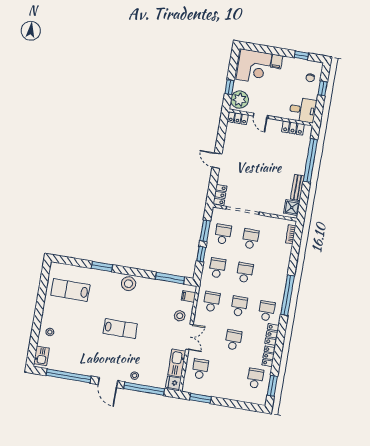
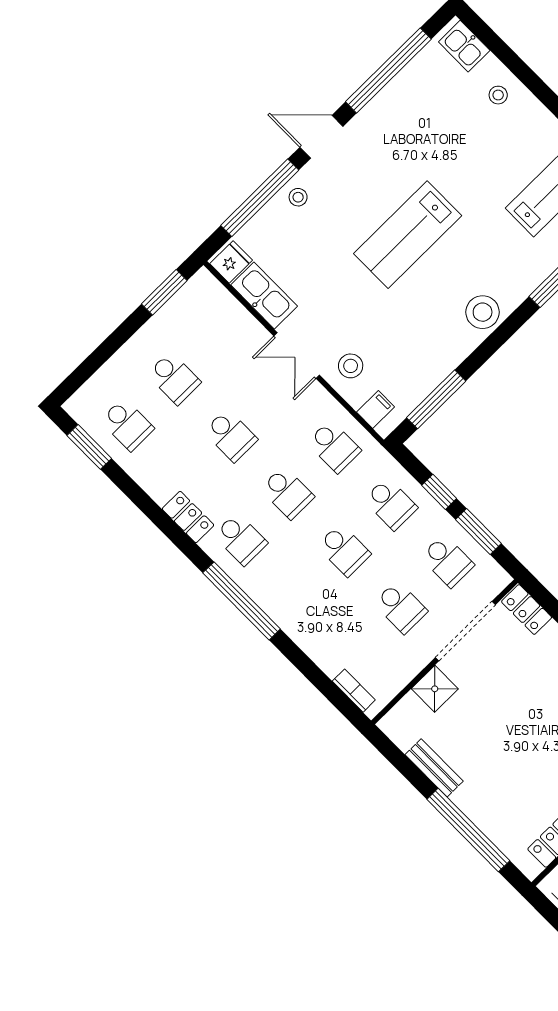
shower: (292, 208) -> (435, 689), moved
lab bench: (120, 329) -> (408, 235), width x1.36, depth x1.39
locker: (269, 356) -> (151, 481), removed
school desk: (200, 369) -> (174, 378), moved

